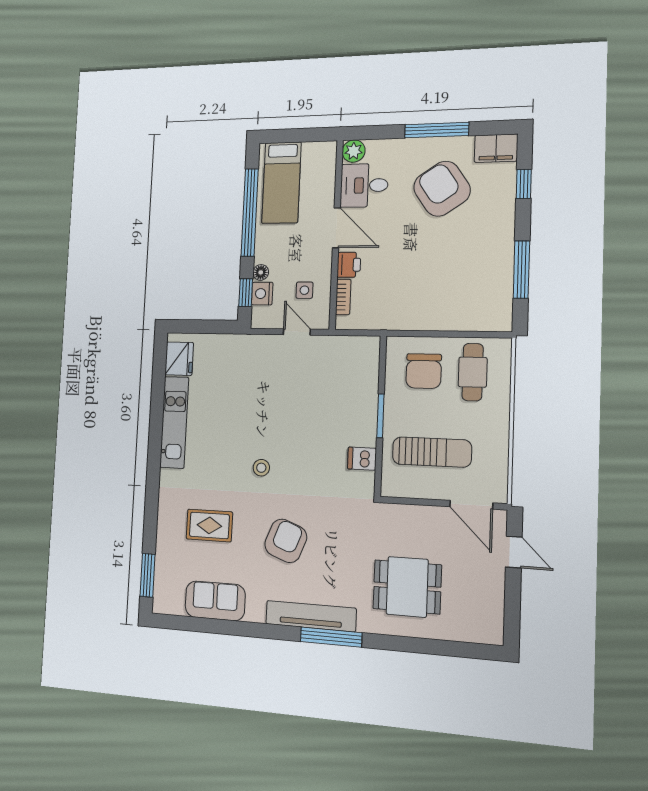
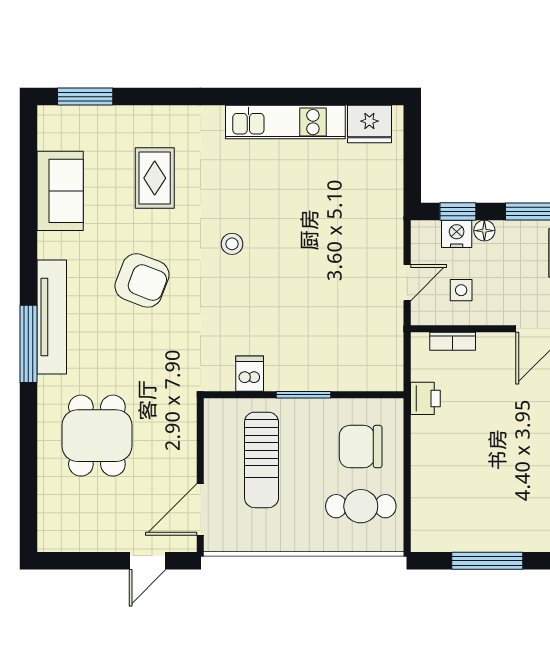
printer: (349, 265) -> (425, 398), moved, turned -90

